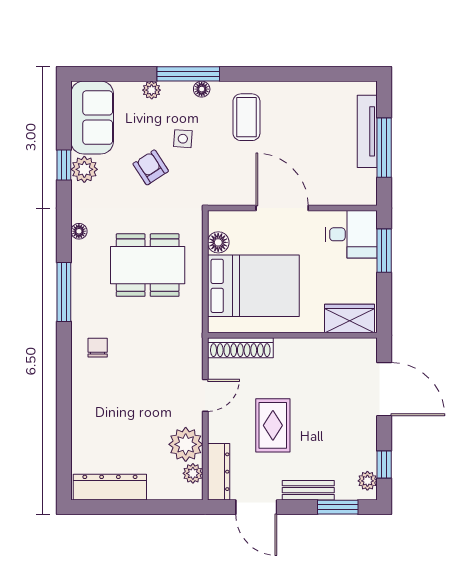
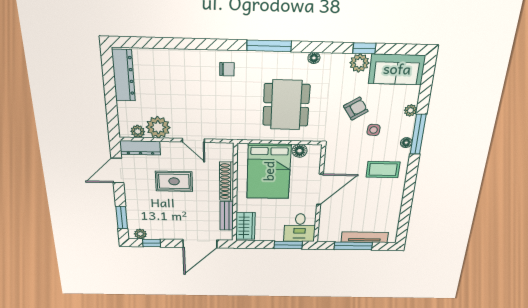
shoe rack: (240, 348) -> (227, 181), moved
bench: (308, 490) -> (227, 216), moved

